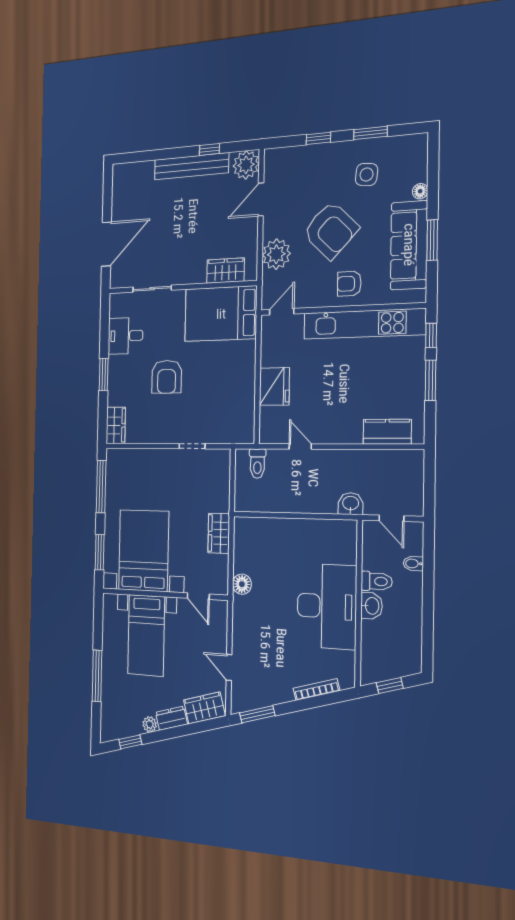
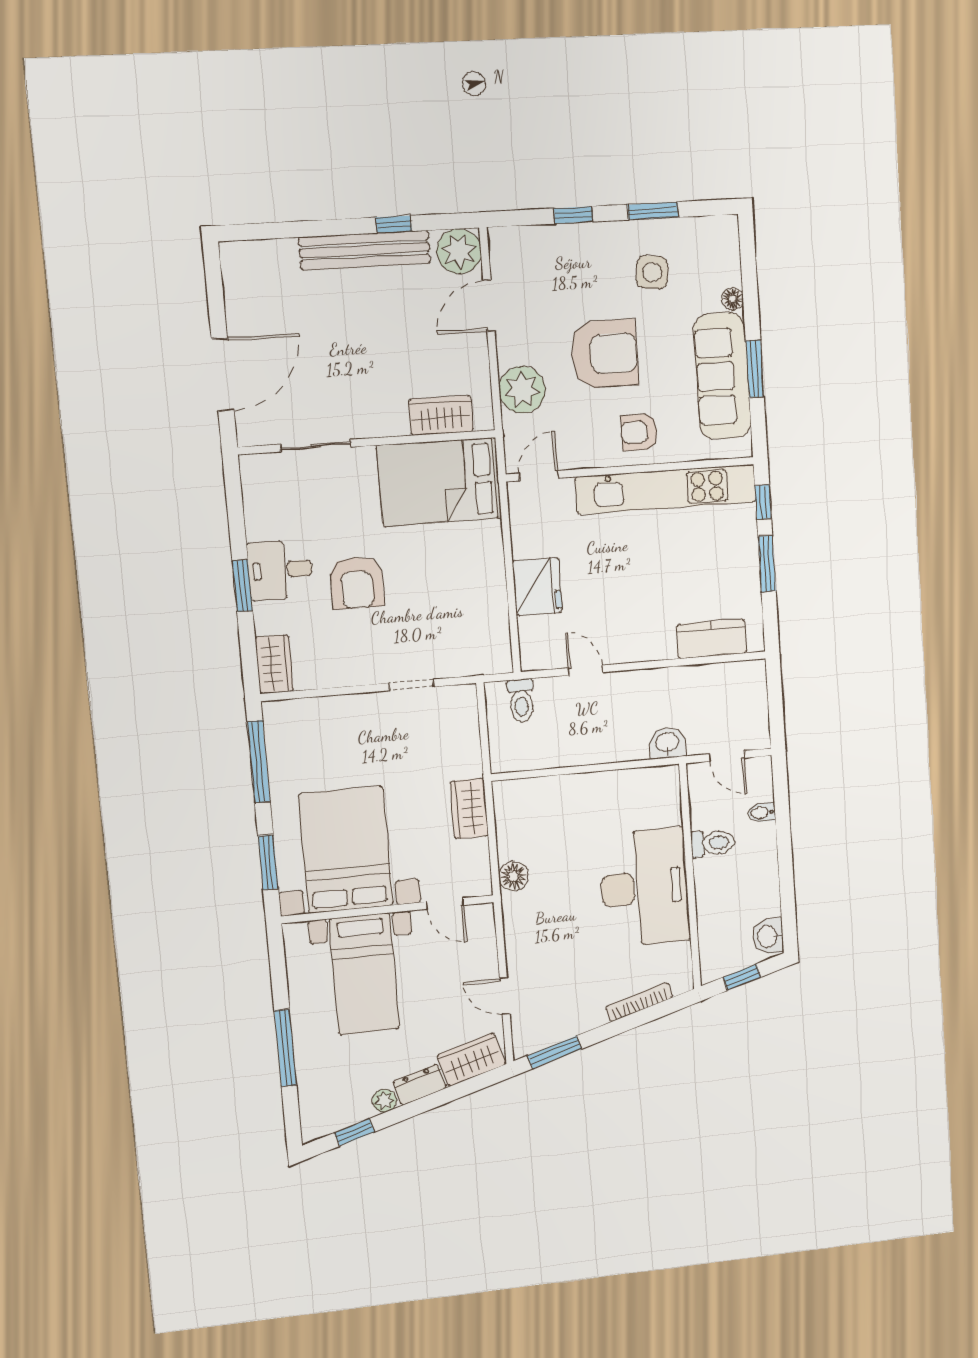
armchair: (331, 230) -> (604, 354), turned -44
desk: (125, 336) -> (280, 570), moved
washbasin: (372, 606) -> (768, 936), moved, turned 180

